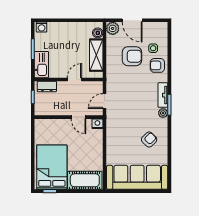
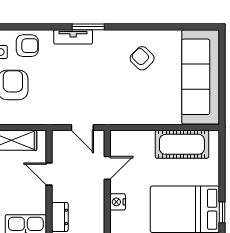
armchair: (157, 65) -> (27, 46), turned -90
plant: (163, 113) -> (101, 37), removed
nightstand: (97, 124) -> (118, 202), moved
cot: (85, 180) -> (182, 144), moved, turned 90

